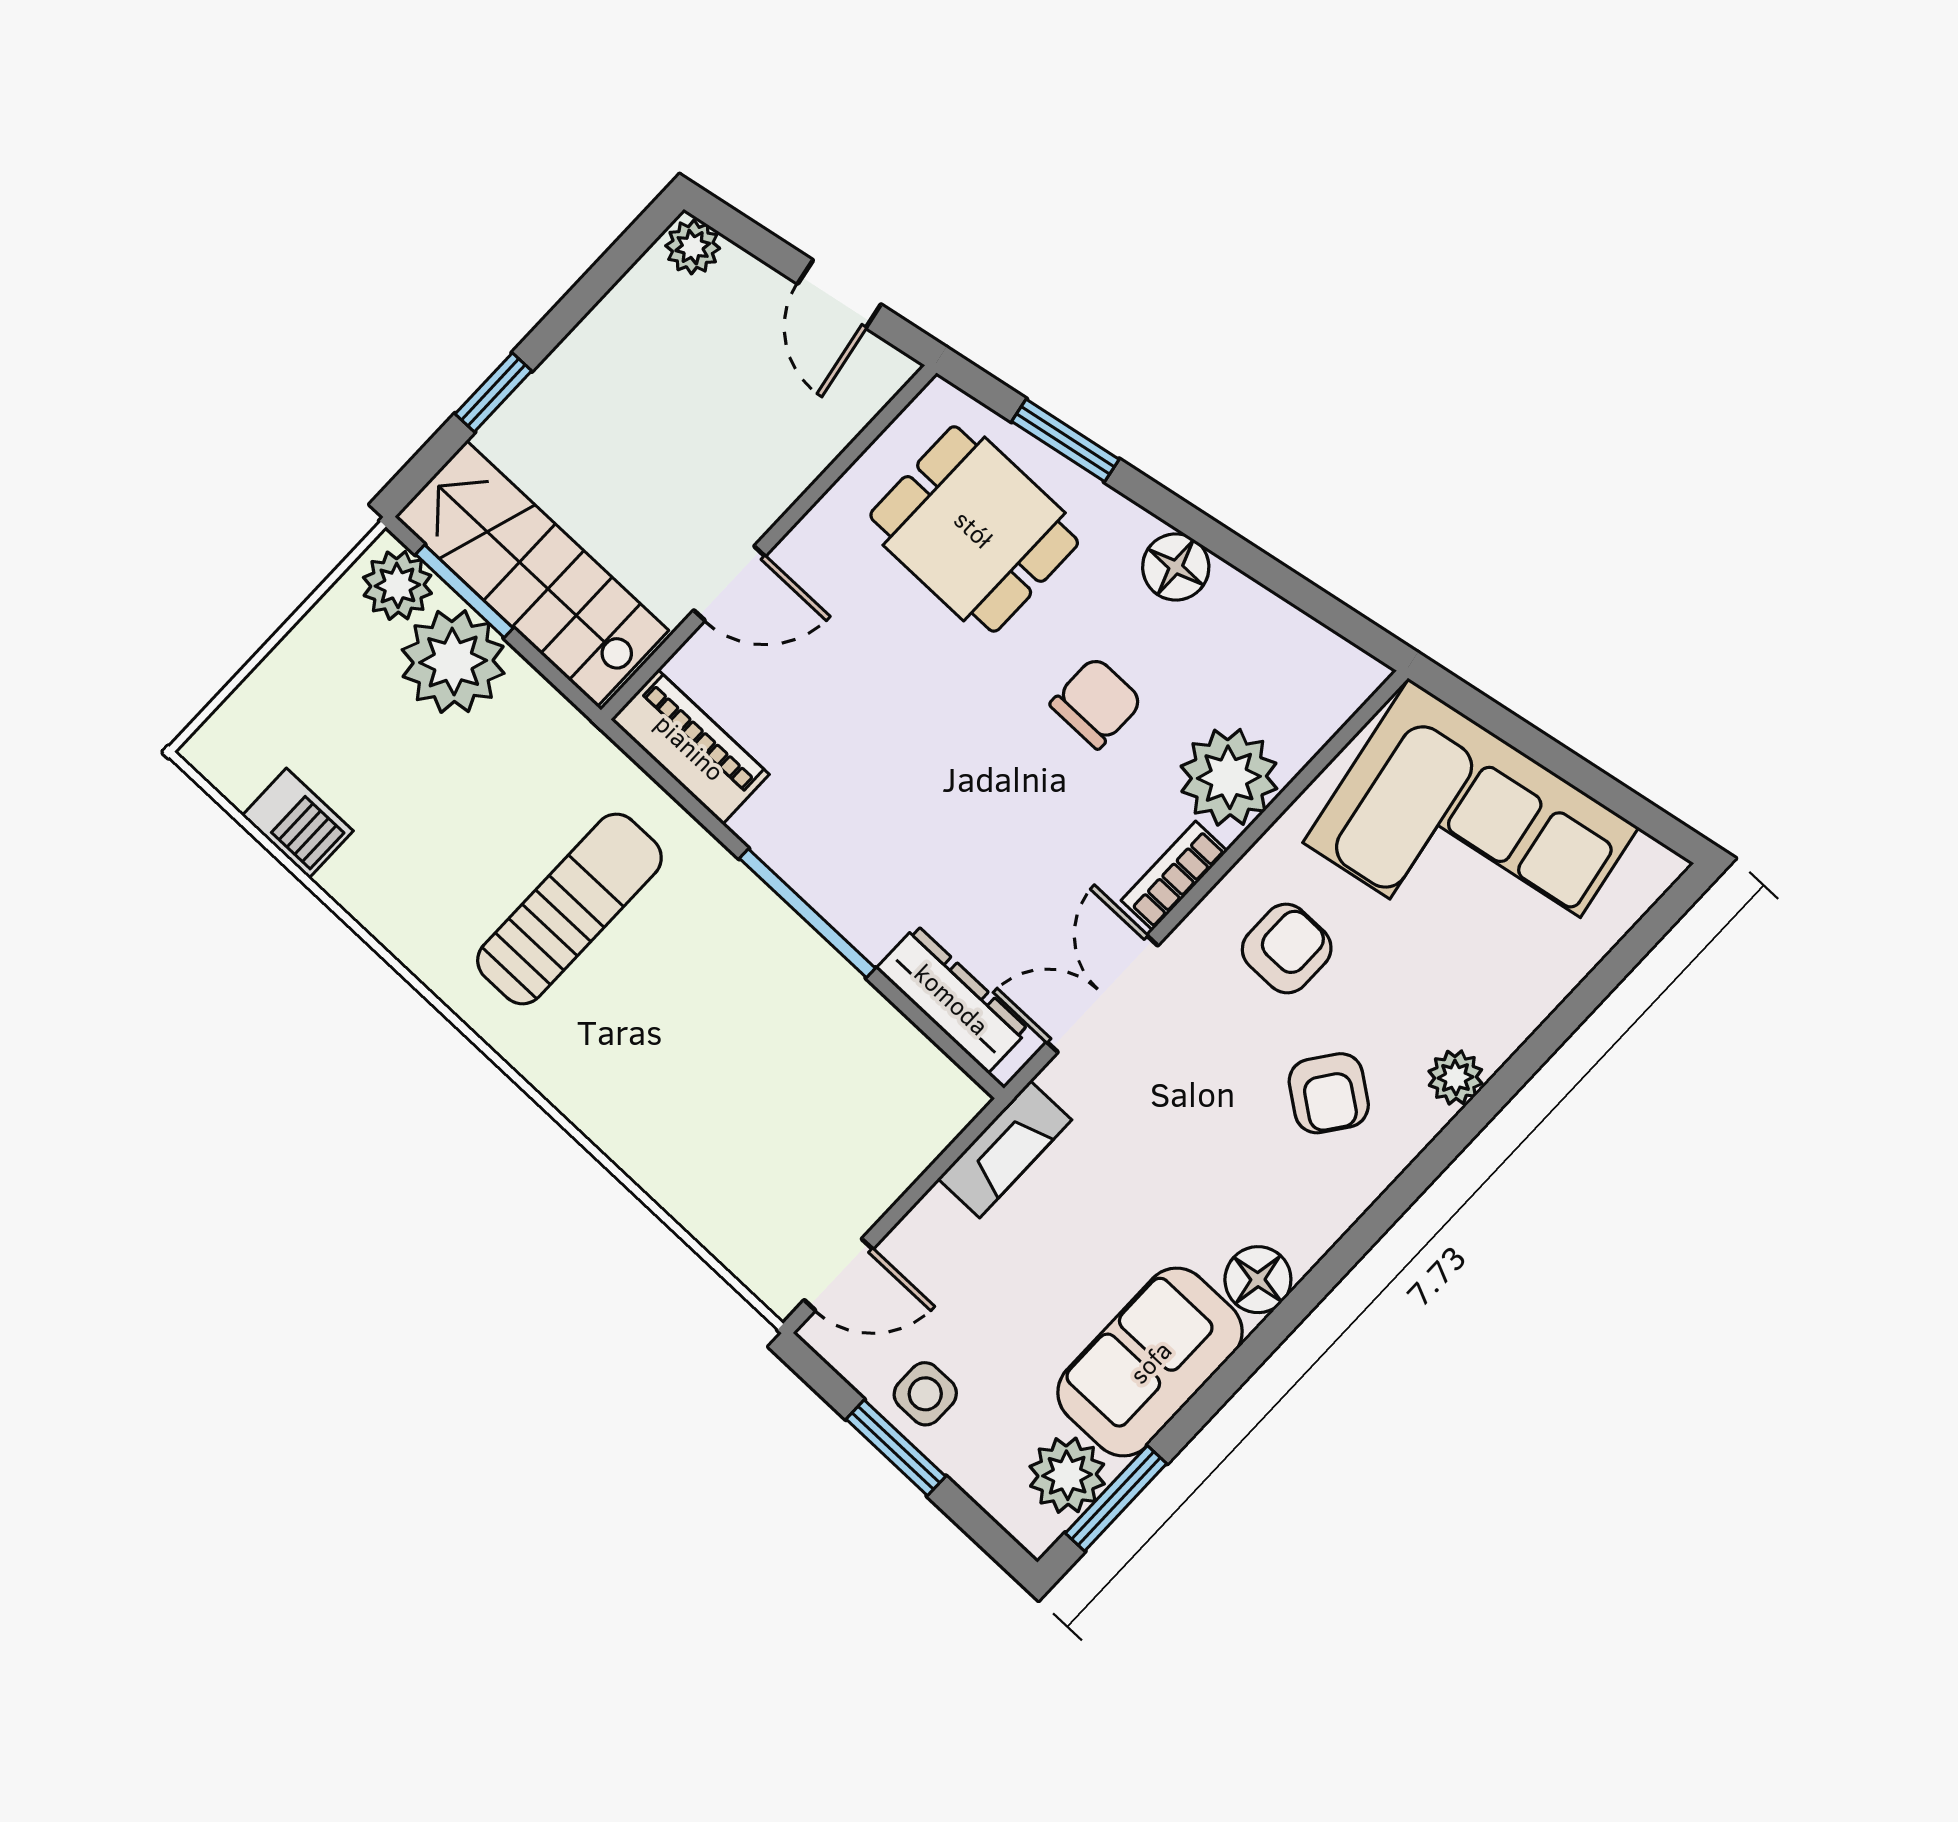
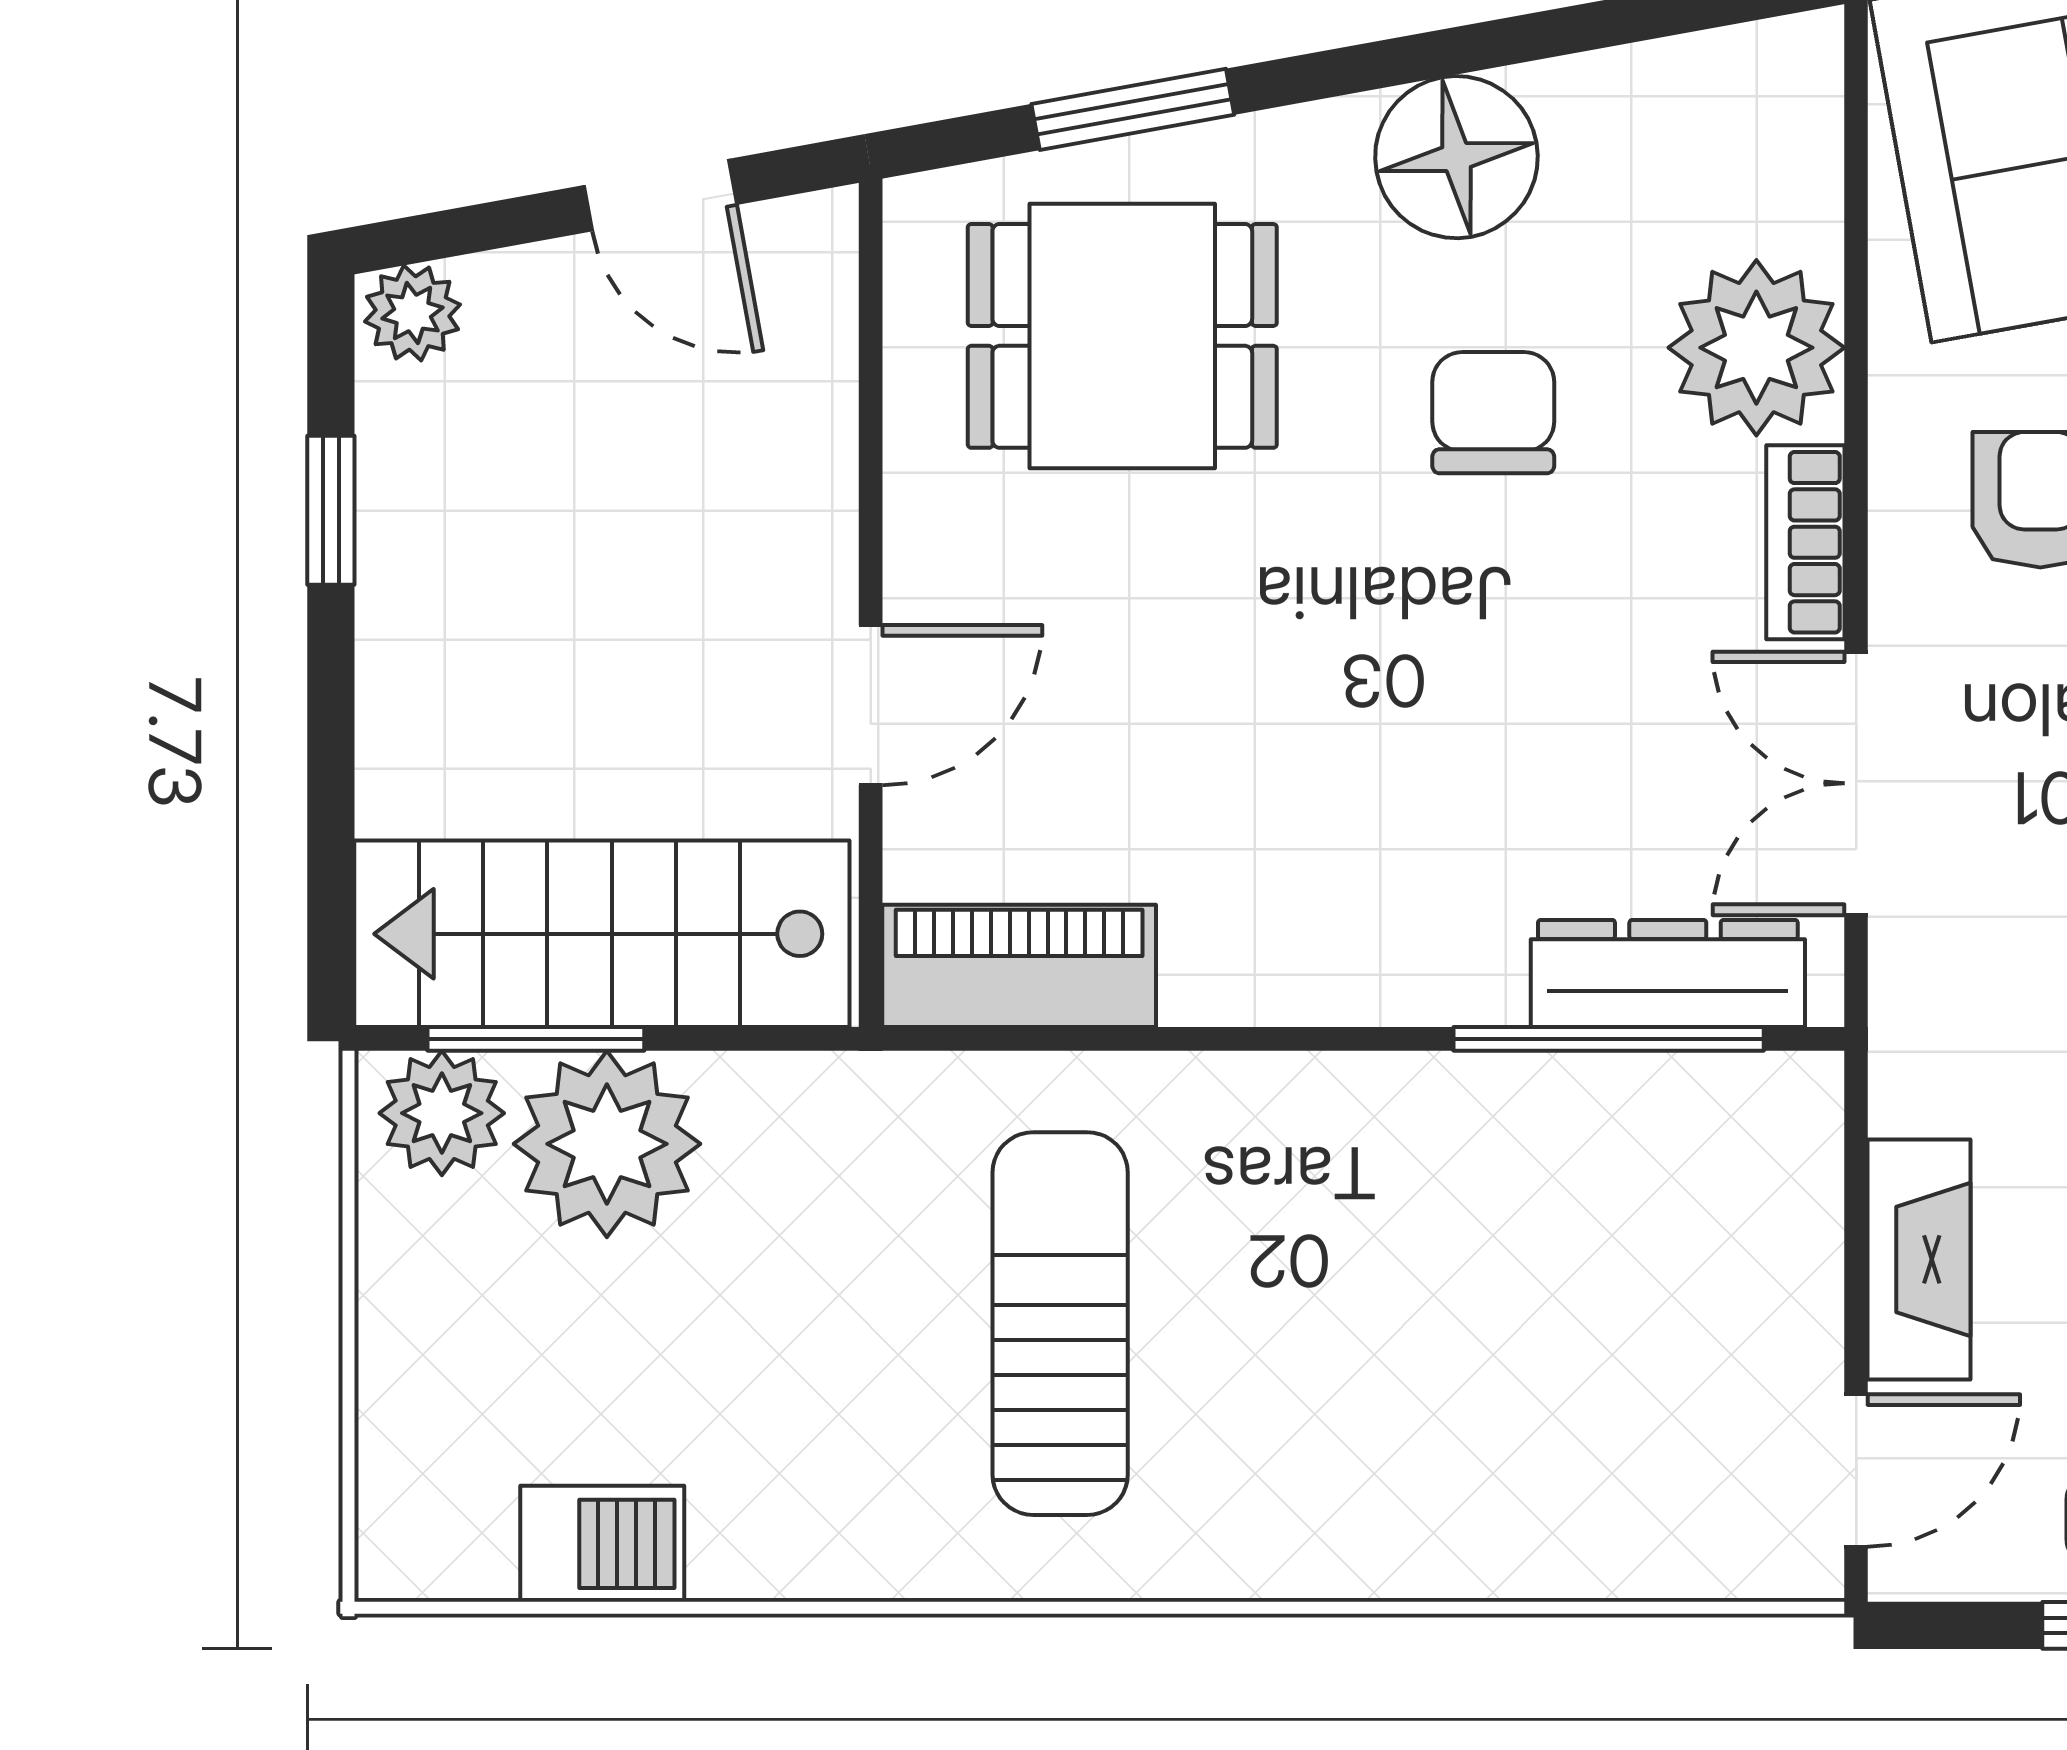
window: (493, 392) -> (331, 510), moved
floor lamp: (1176, 567) -> (1456, 157), width x1.38, depth x1.38
window: (807, 913) -> (1609, 1039), moved
fireplace: (1005, 1149) -> (1919, 1259), moved

